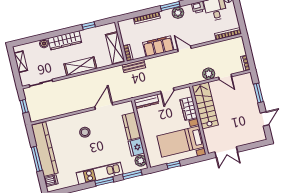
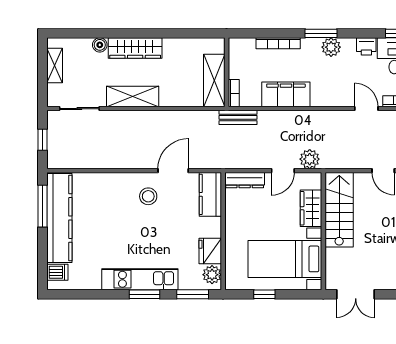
window: (89, 26) -> (180, 33), removed
door: (184, 49) -> (366, 109), moved
shelving: (80, 66) -> (133, 96), moved
plant: (209, 74) -> (310, 159), moved
kitchen counter: (131, 126) -> (210, 194), moved
stool: (85, 132) -> (148, 196), moved
window: (37, 159) -> (43, 206), moved

